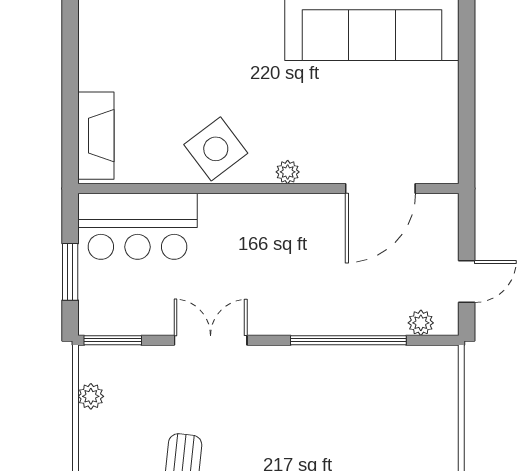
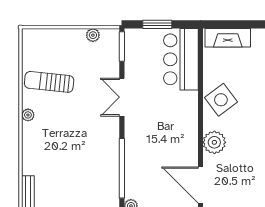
plant: (288, 172) -> (214, 142), width x1.87, depth x1.87
double door: (211, 340) -> (122, 97), swing flipped

